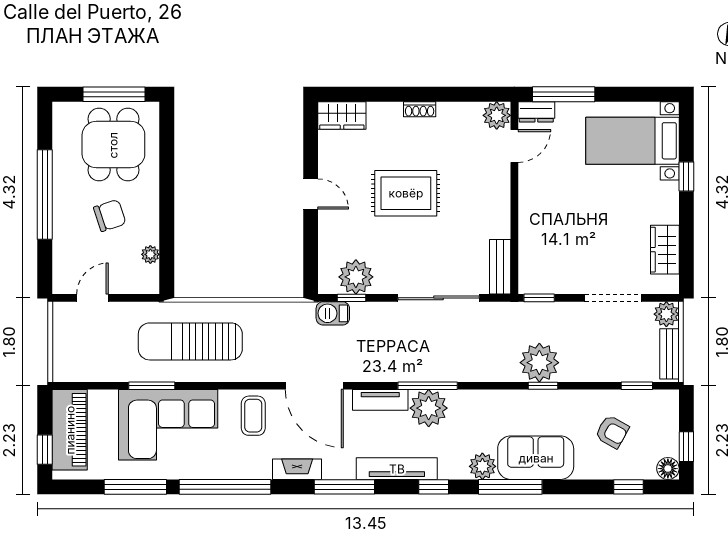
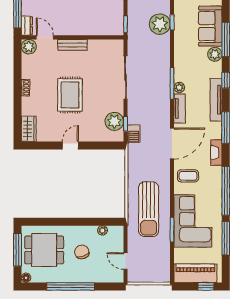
floor lamp: (61, 110) -> (26, 278), added
bench: (500, 267) -> (73, 45), moved
plant: (429, 408) -> (179, 87), width x0.53, depth x0.53

